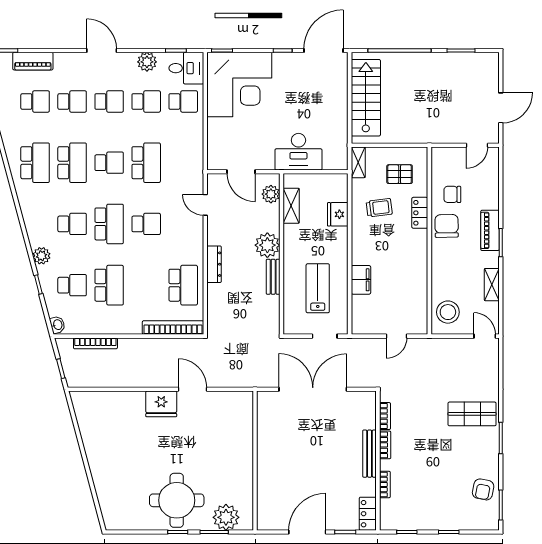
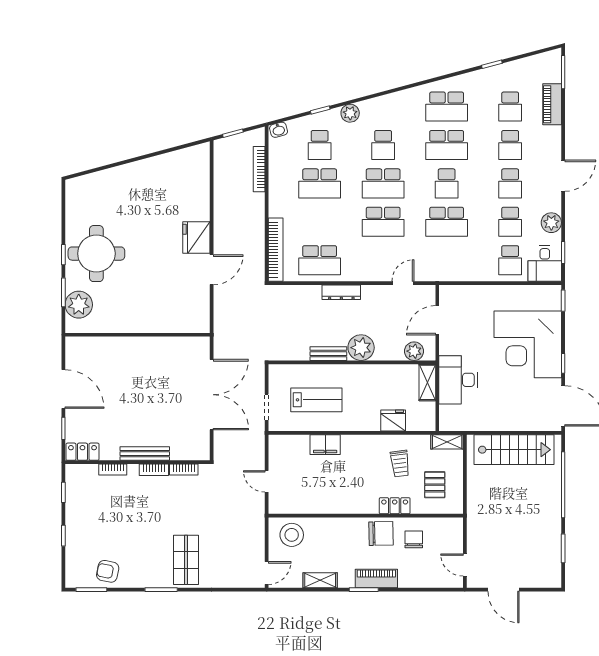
corner desk: (239, 85) -> (528, 344), moved
shelving: (291, 206) -> (427, 382), moved, turned 90
school desk: (146, 224) -> (383, 222), width x1.85

